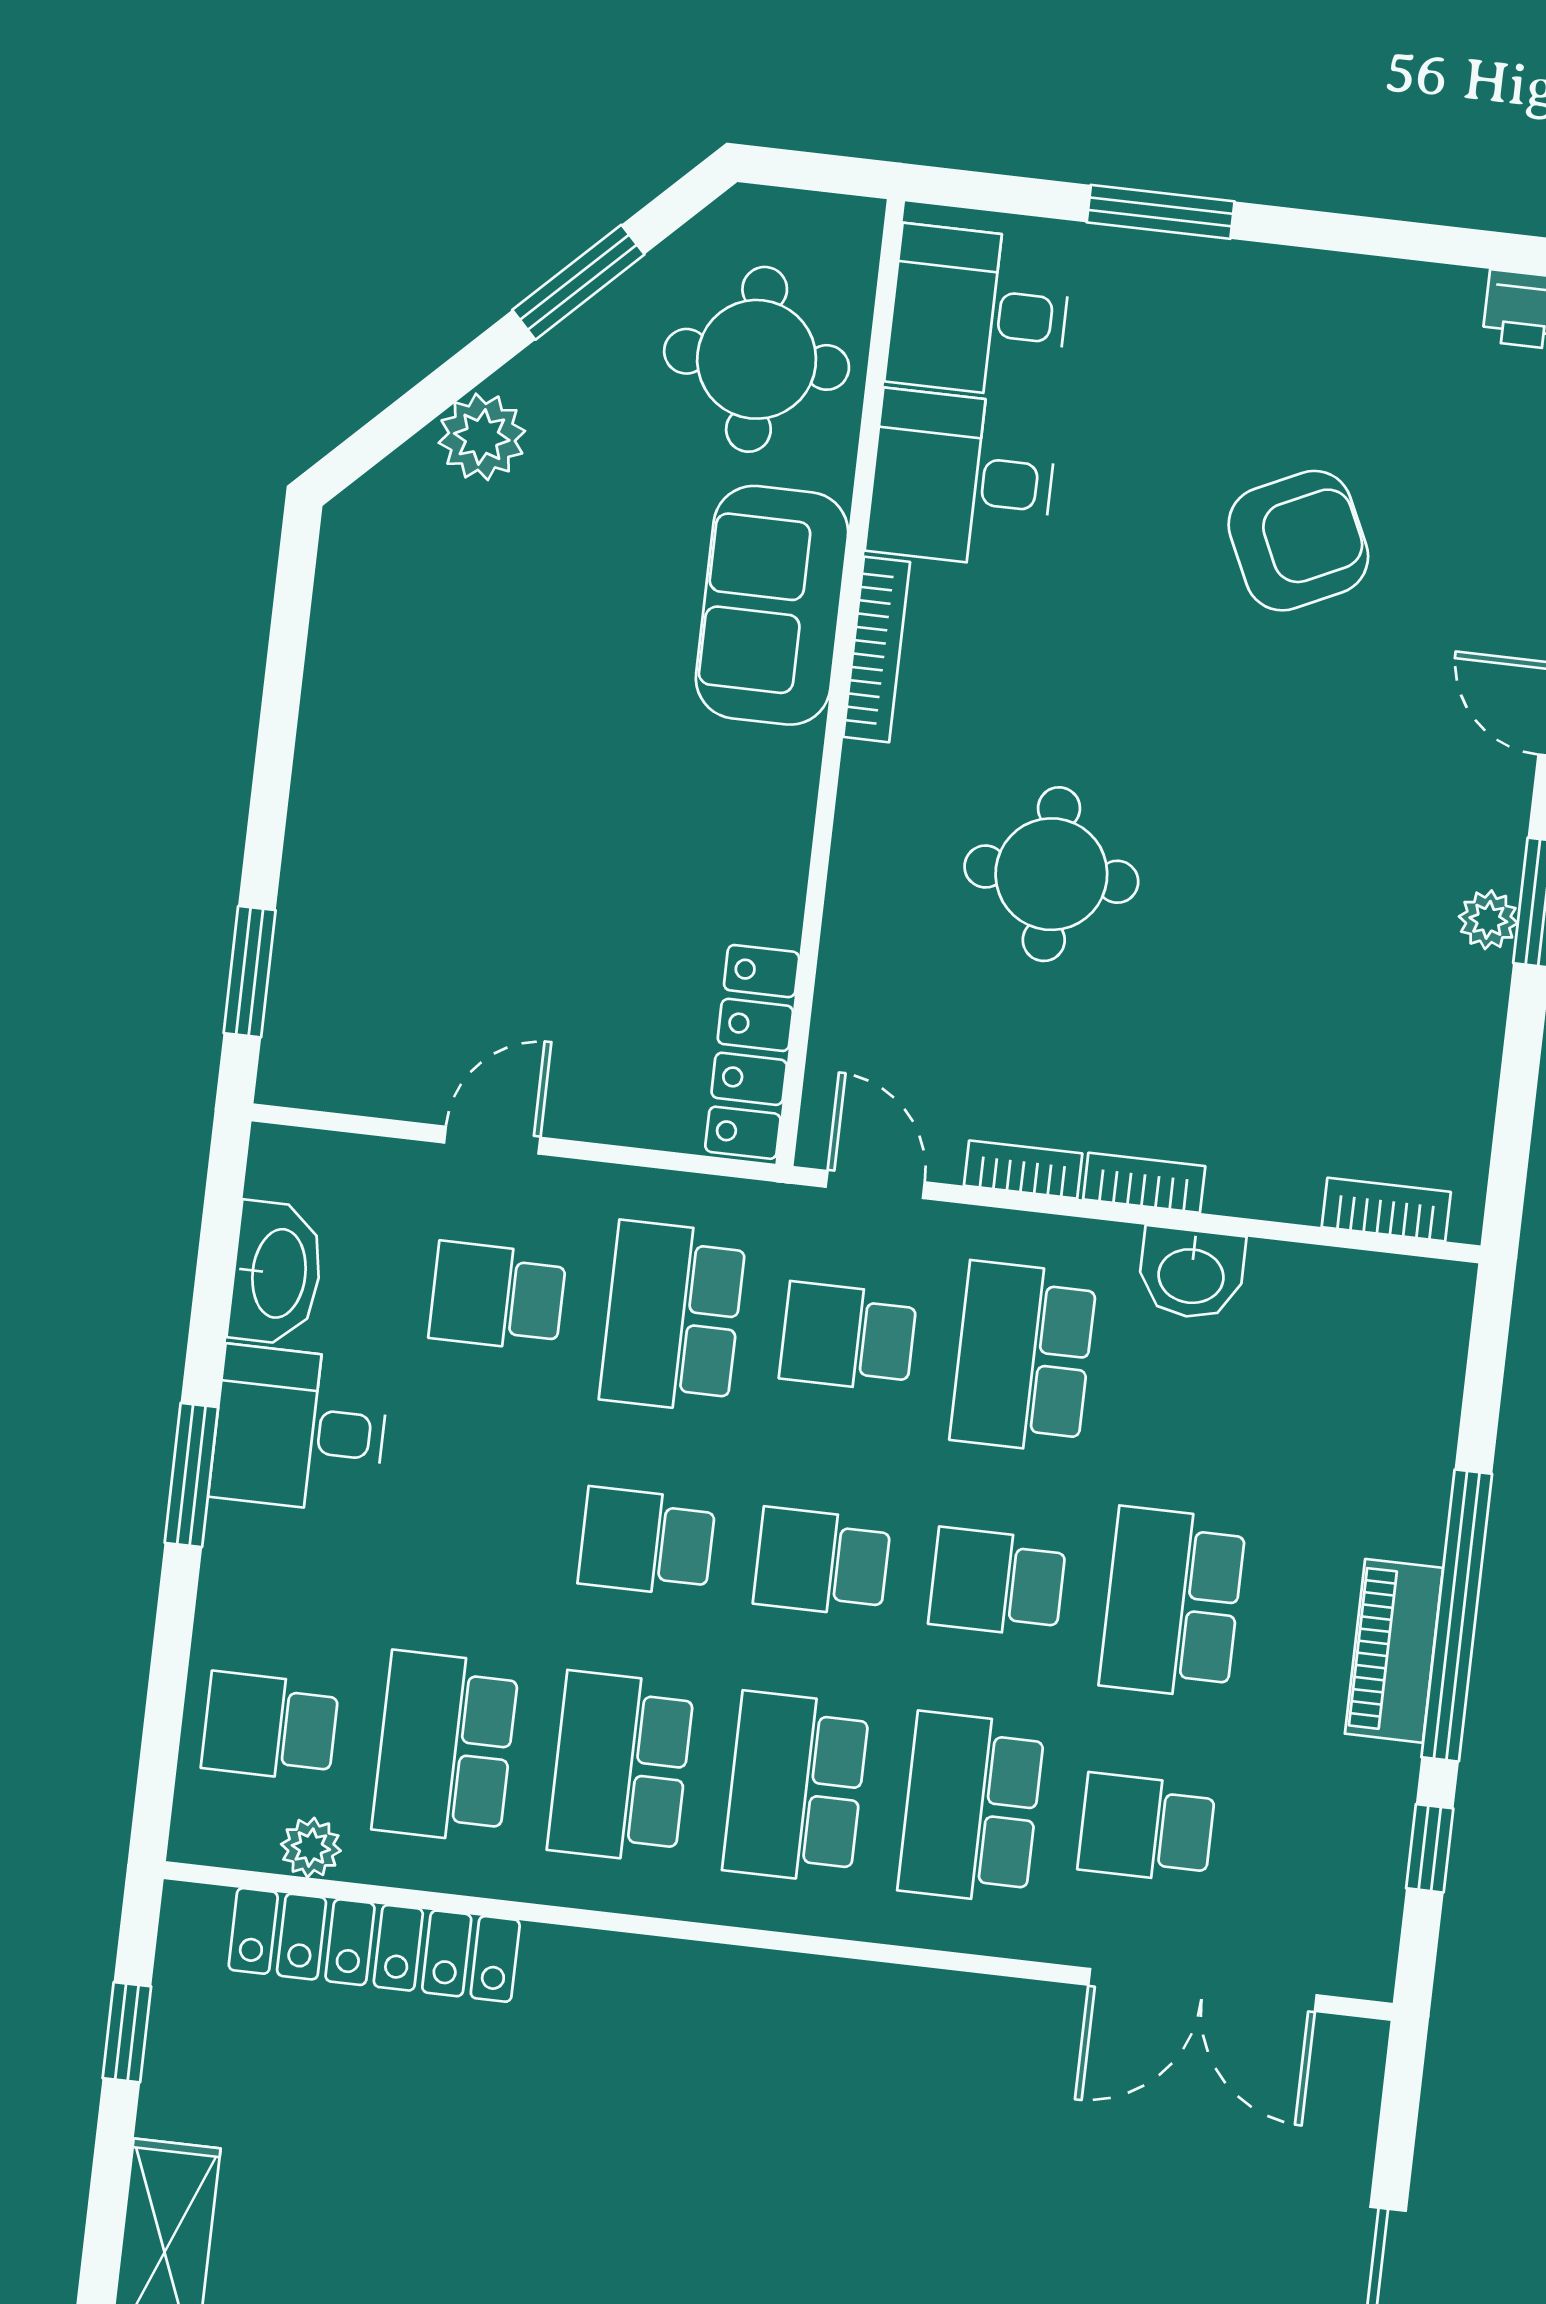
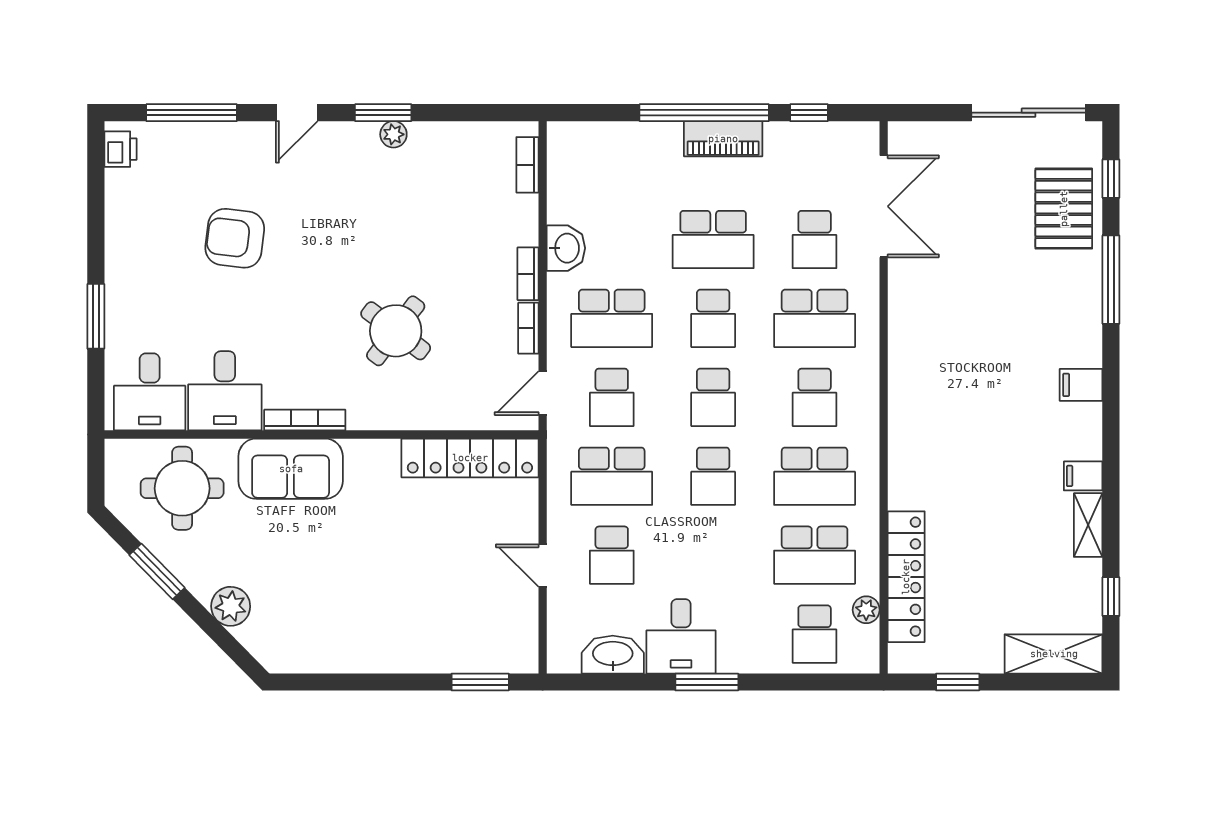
armchair: (1298, 541) -> (235, 238), turned -58
round table: (1051, 874) -> (396, 331), turned 37
locker: (752, 1052) -> (470, 458), width x1.41, depth x1.21
school desk: (796, 1787) -> (815, 397), width x0.54

